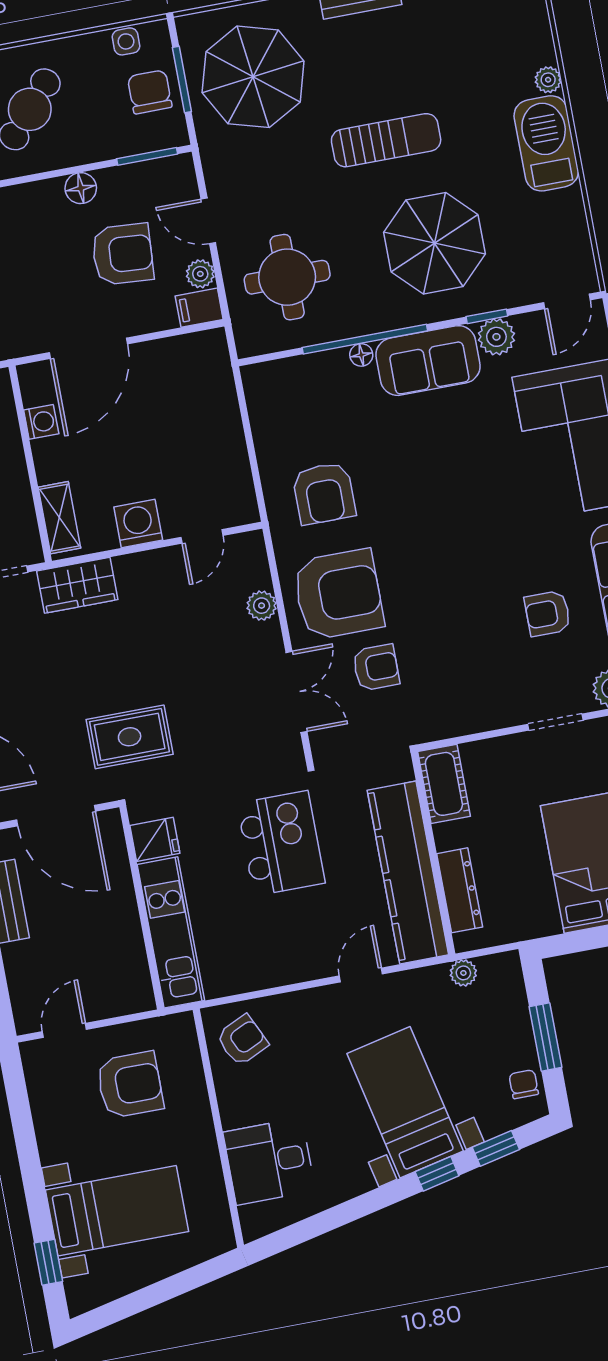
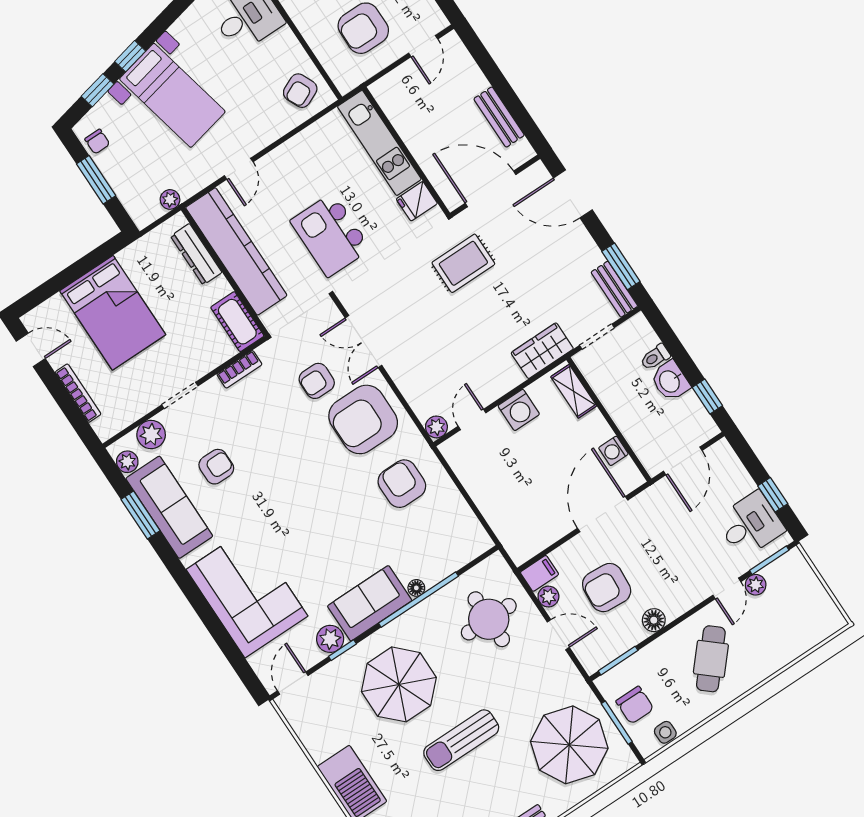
plant: (262, 606) -> (436, 427), moved
bookcase: (467, 723) -> (239, 369), added

